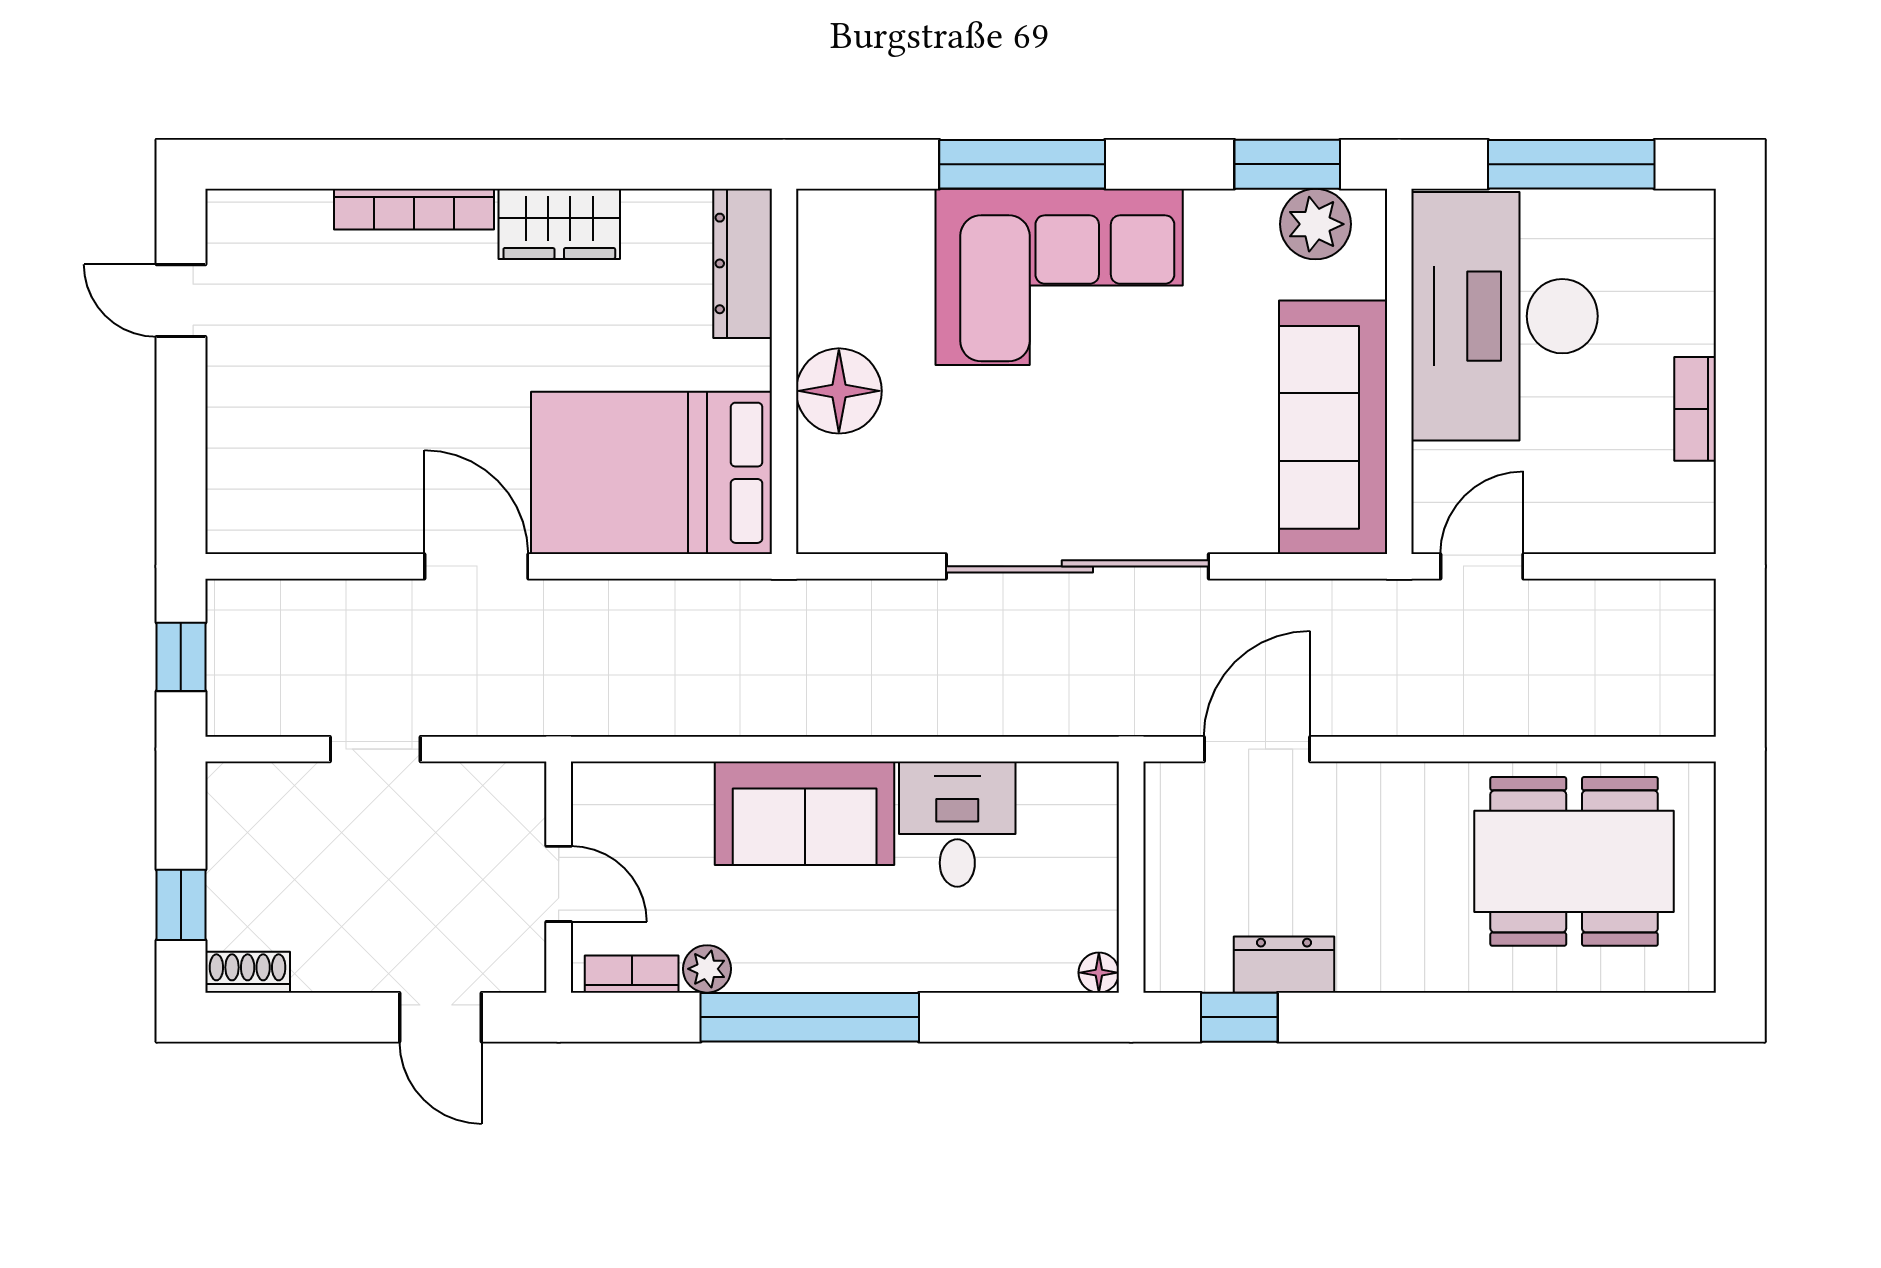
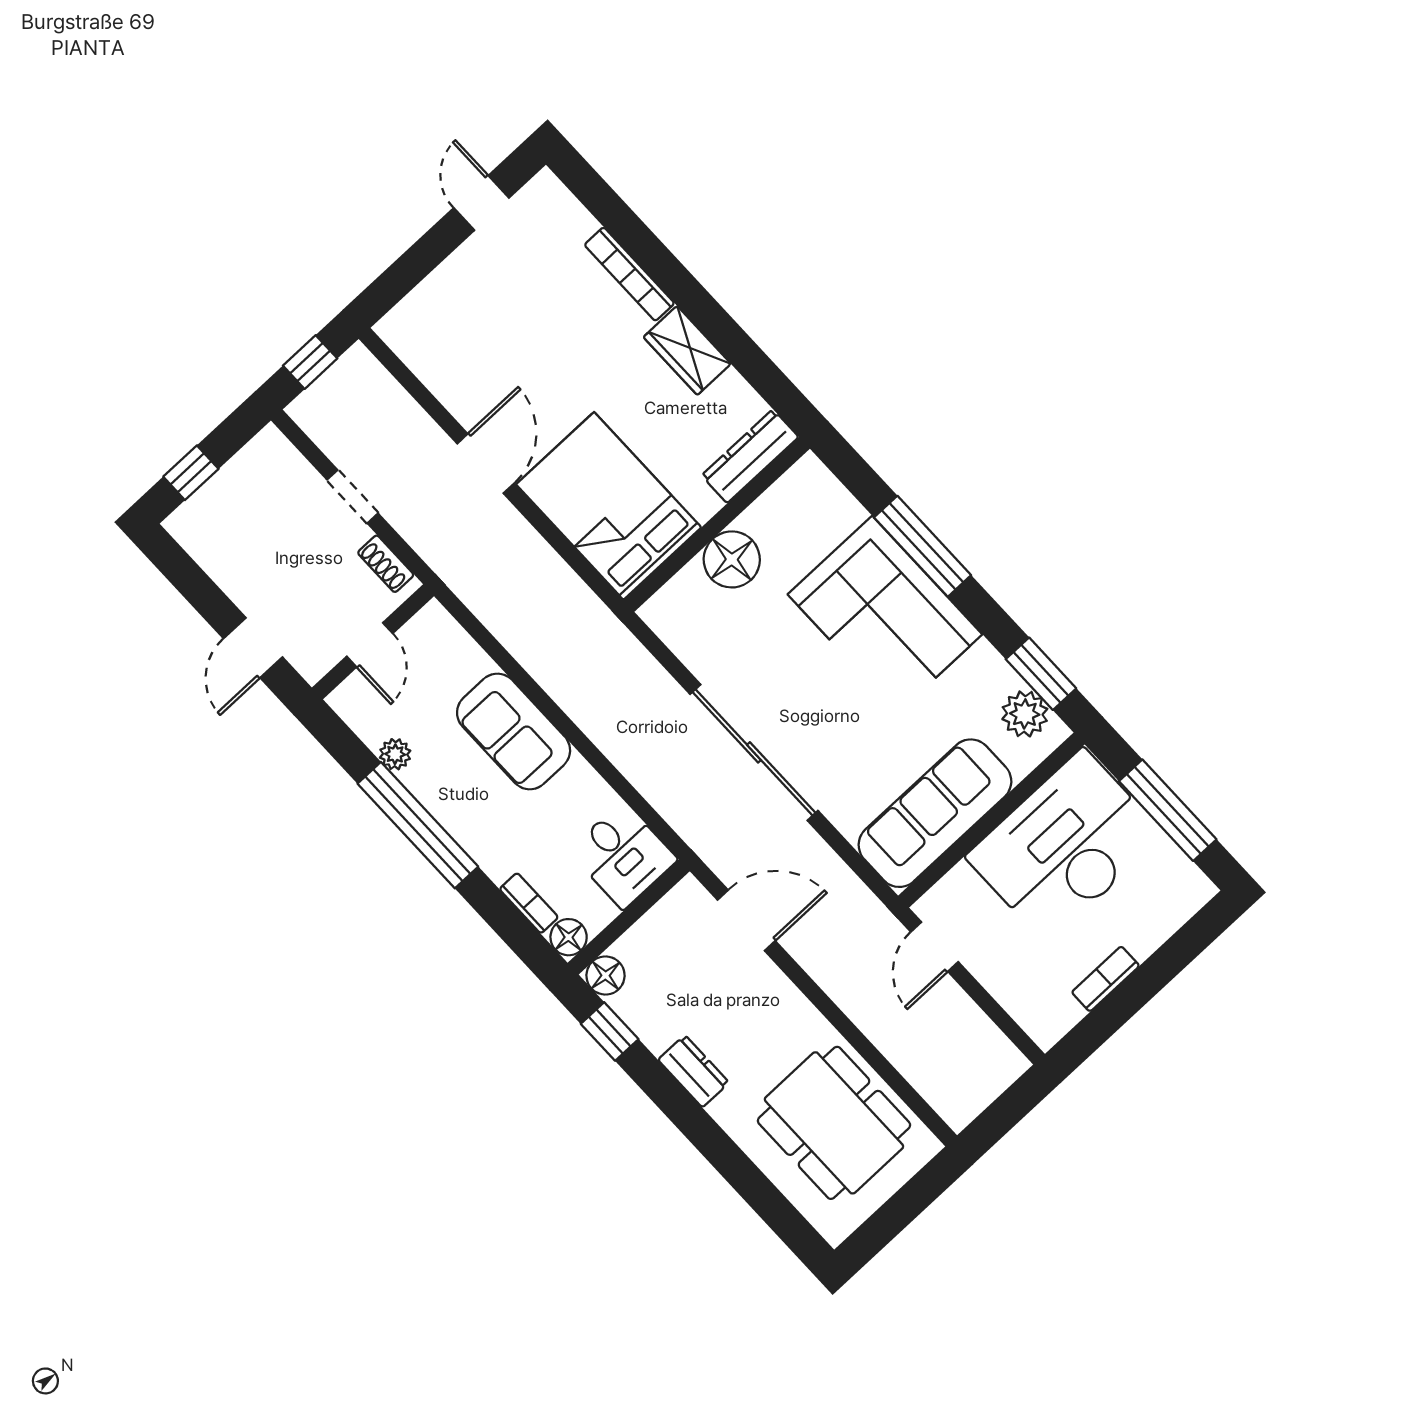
door: (1482, 566) -> (935, 947), swing flipped
desk: (957, 824) -> (623, 855), moved, turned 90
floor lamp: (1172, 964) -> (605, 976), added
dresser: (1284, 965) -> (694, 1071), moved
shoe rack: (248, 972) -> (386, 564), moved, turned 180
floor lamp: (1099, 973) -> (569, 937), width x1.37, depth x1.37
bookcase: (632, 974) -> (529, 903), moved

